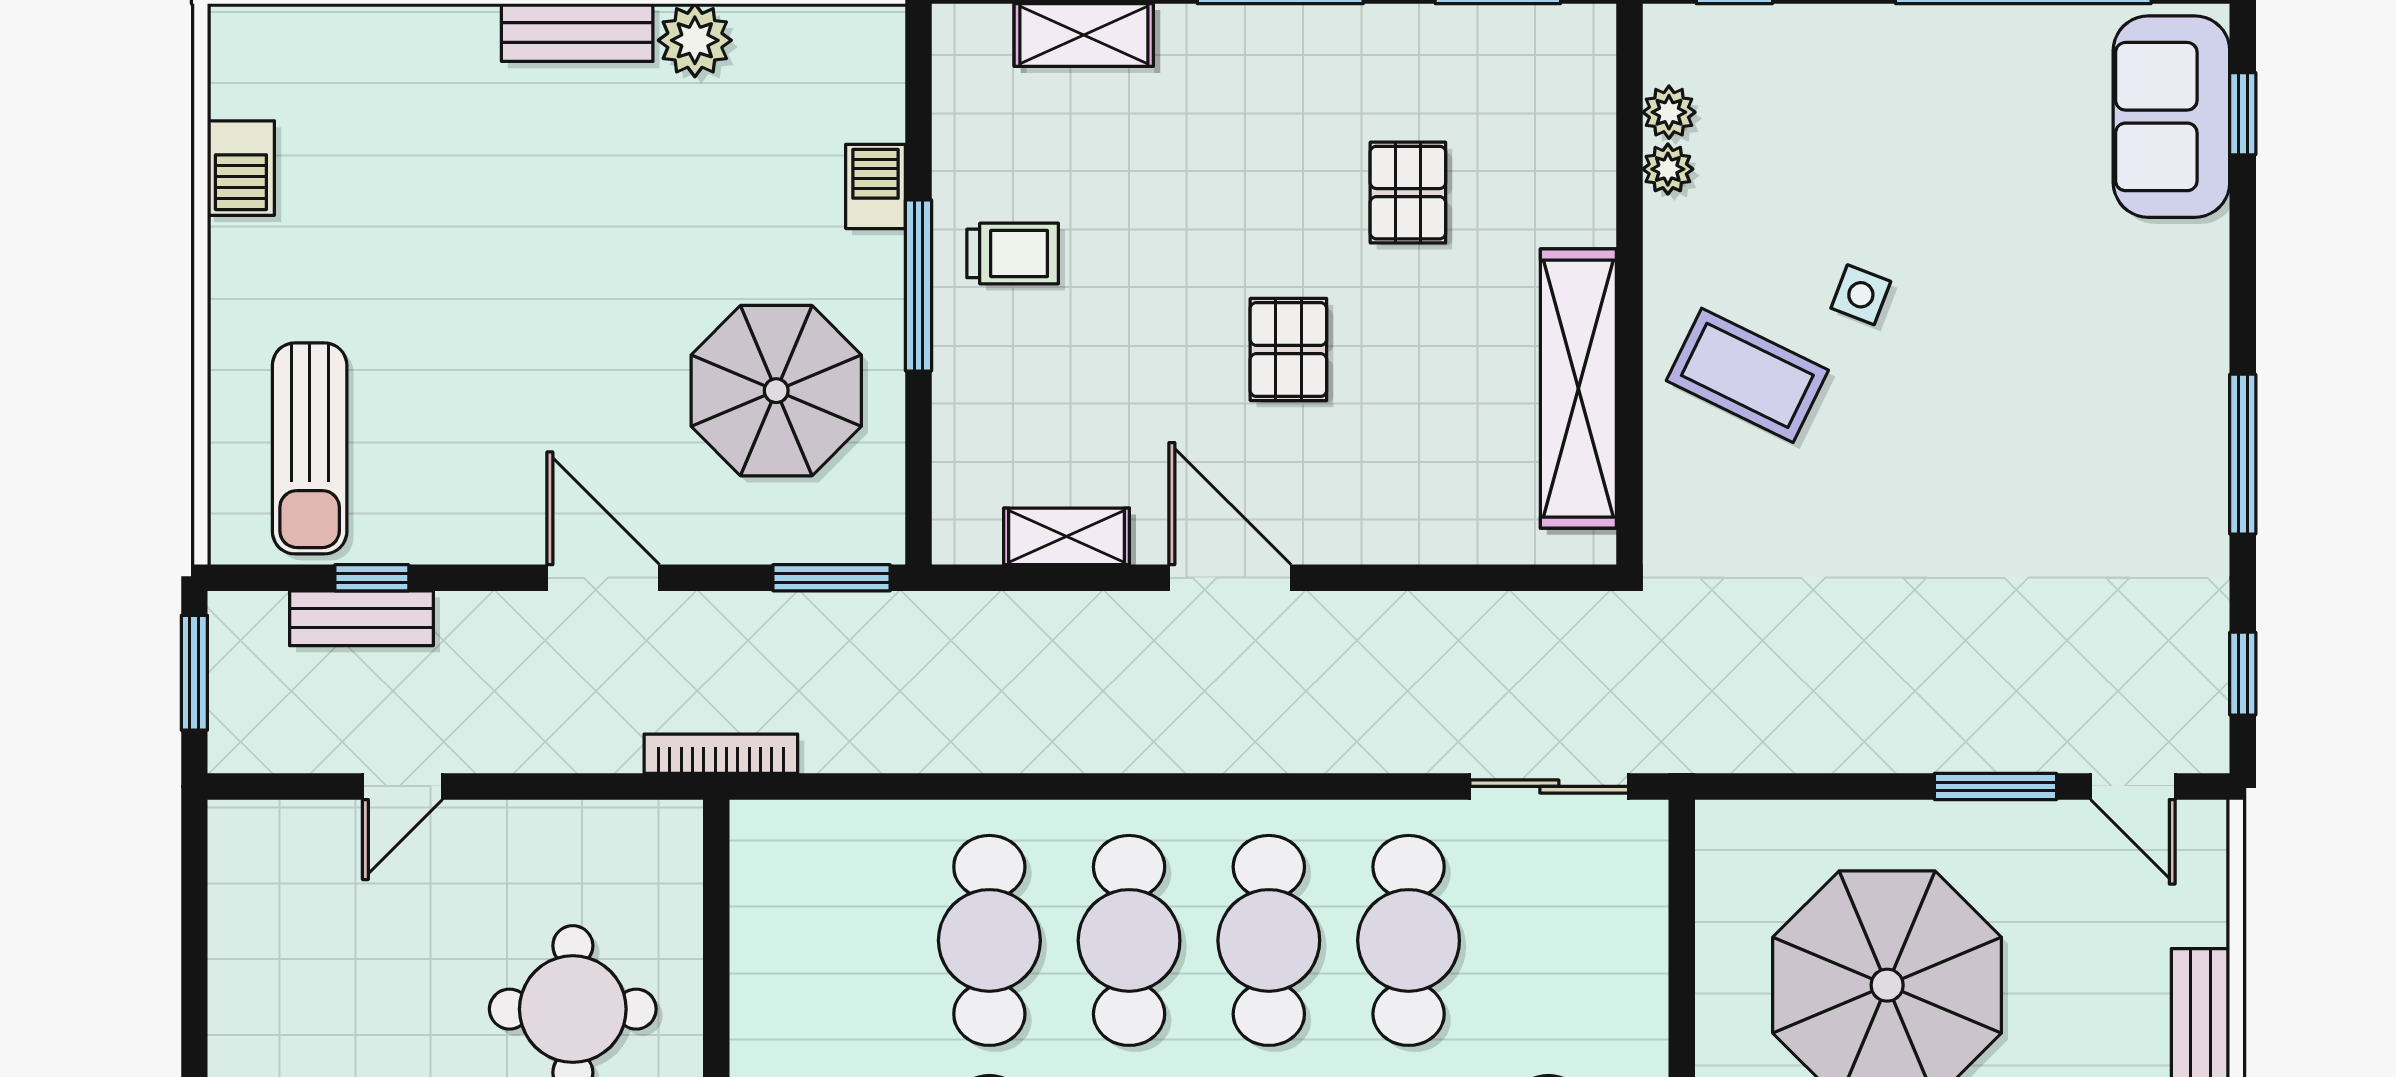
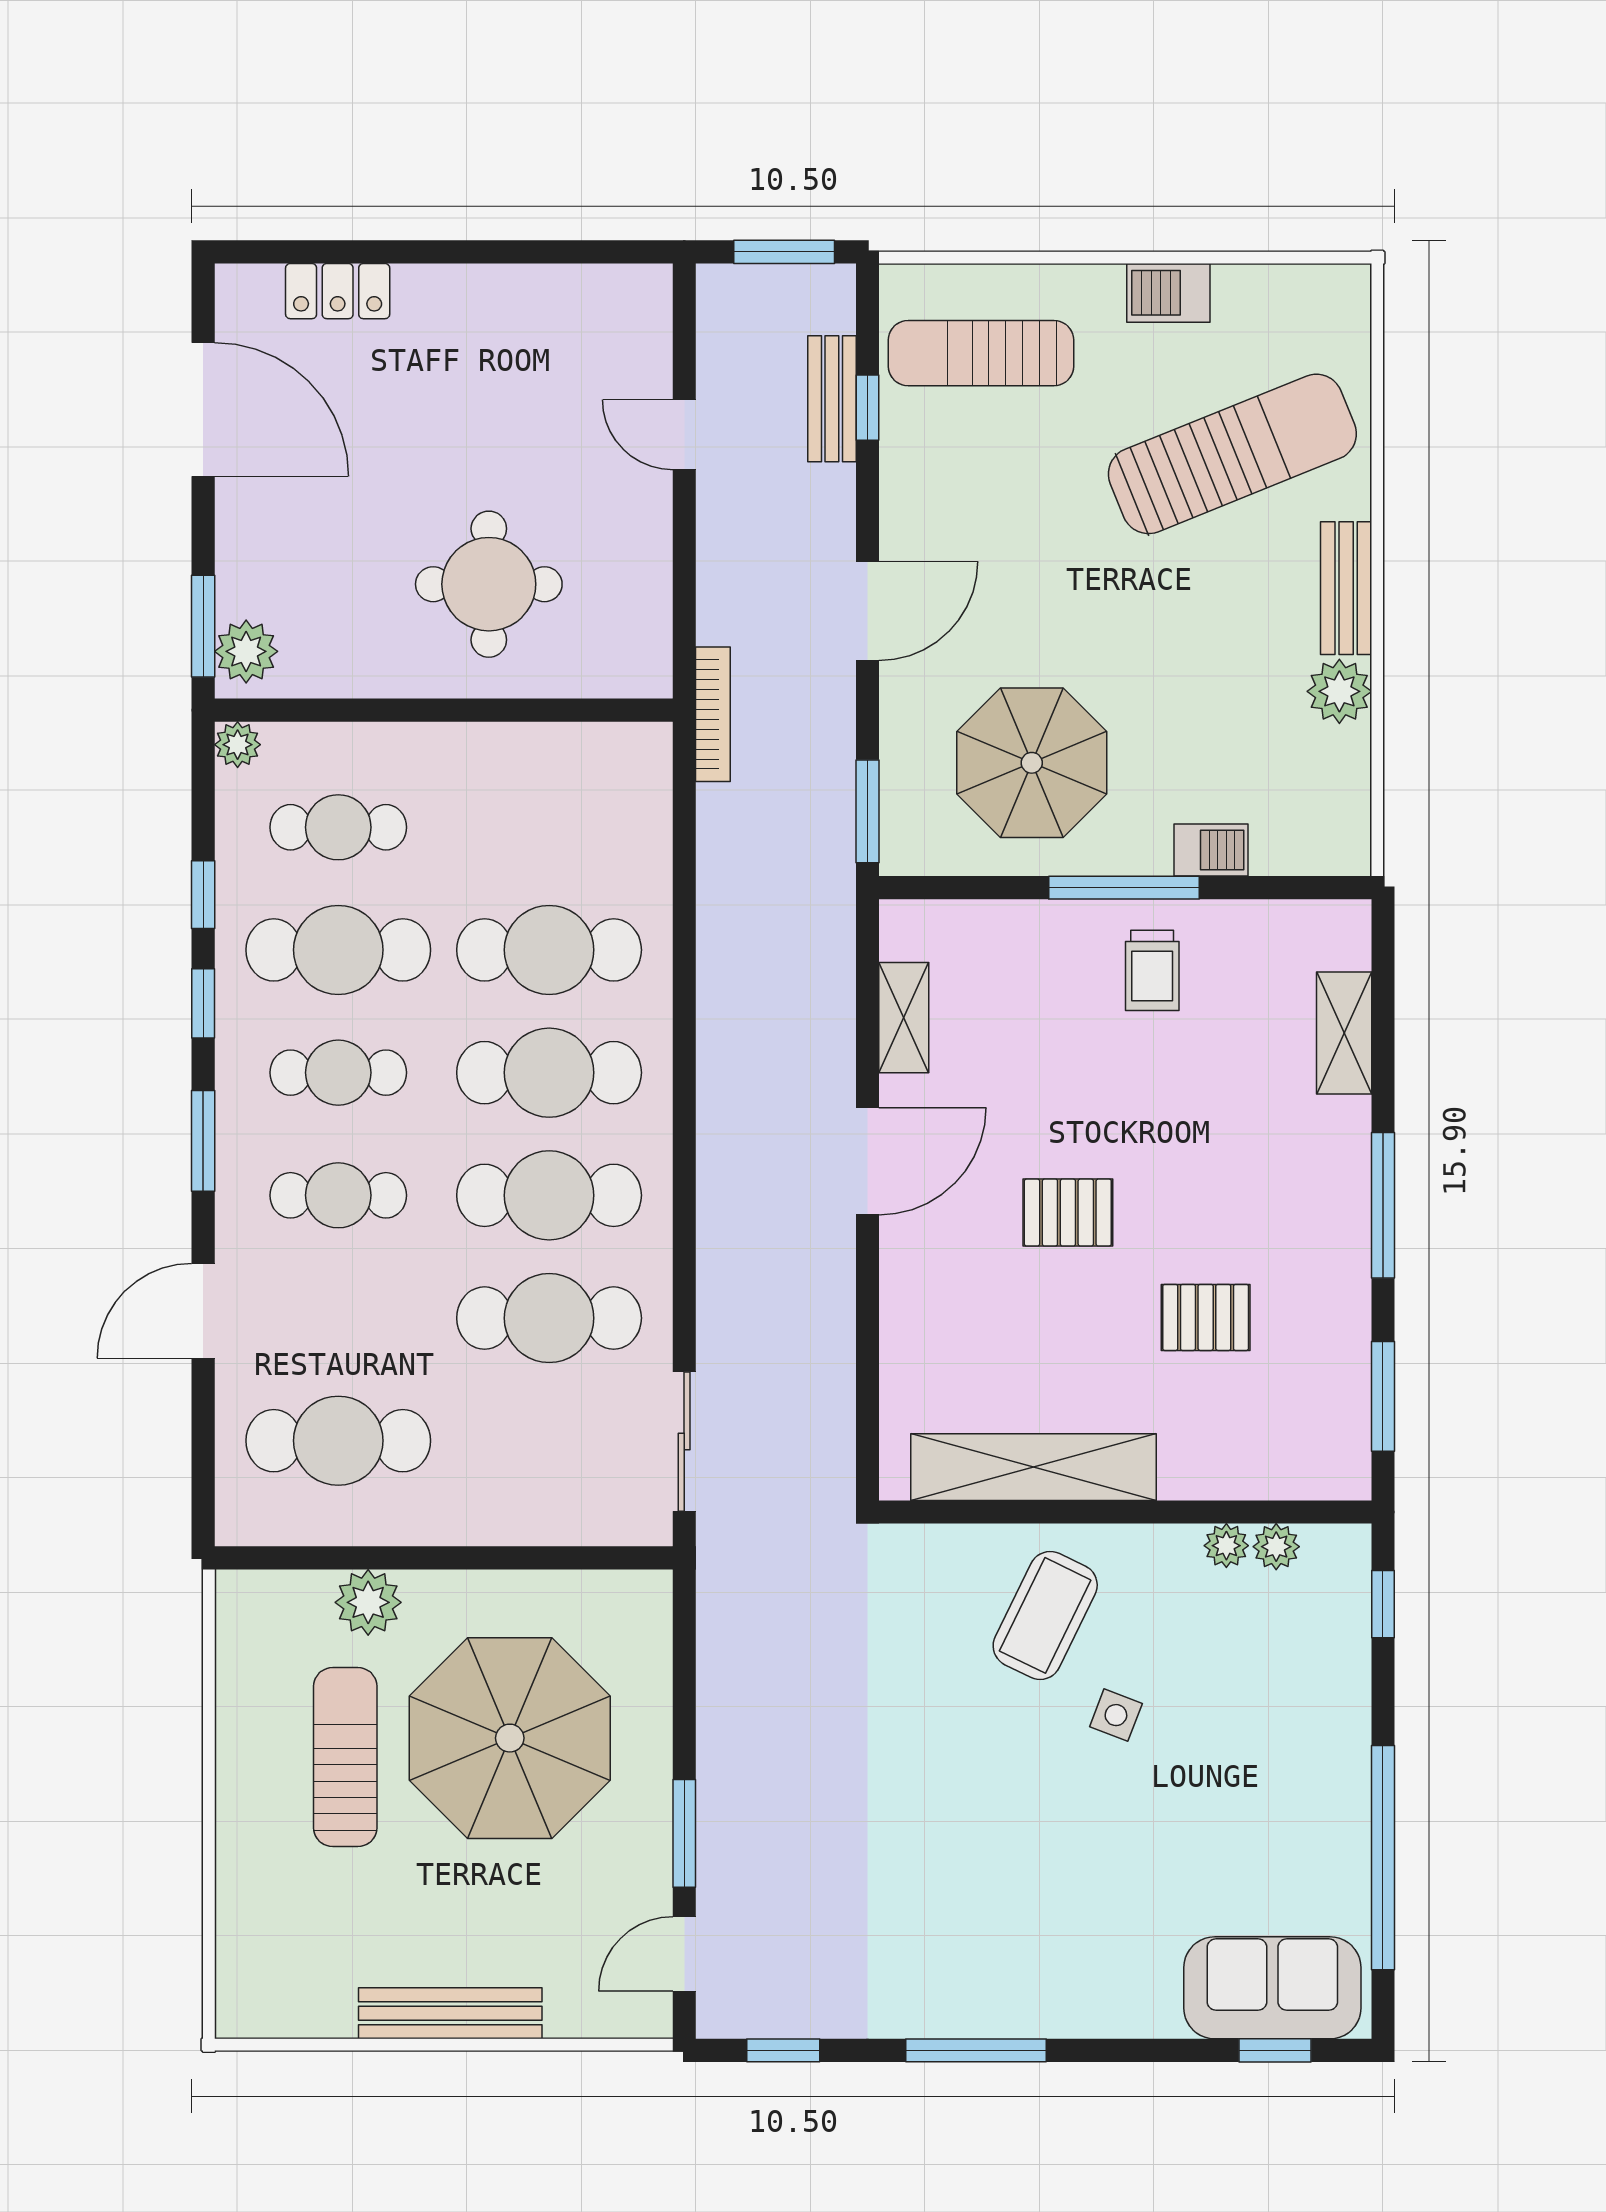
sun lounger: (424, 162) -> (1232, 454), added
barbecue: (241, 168) -> (1168, 293), moved

